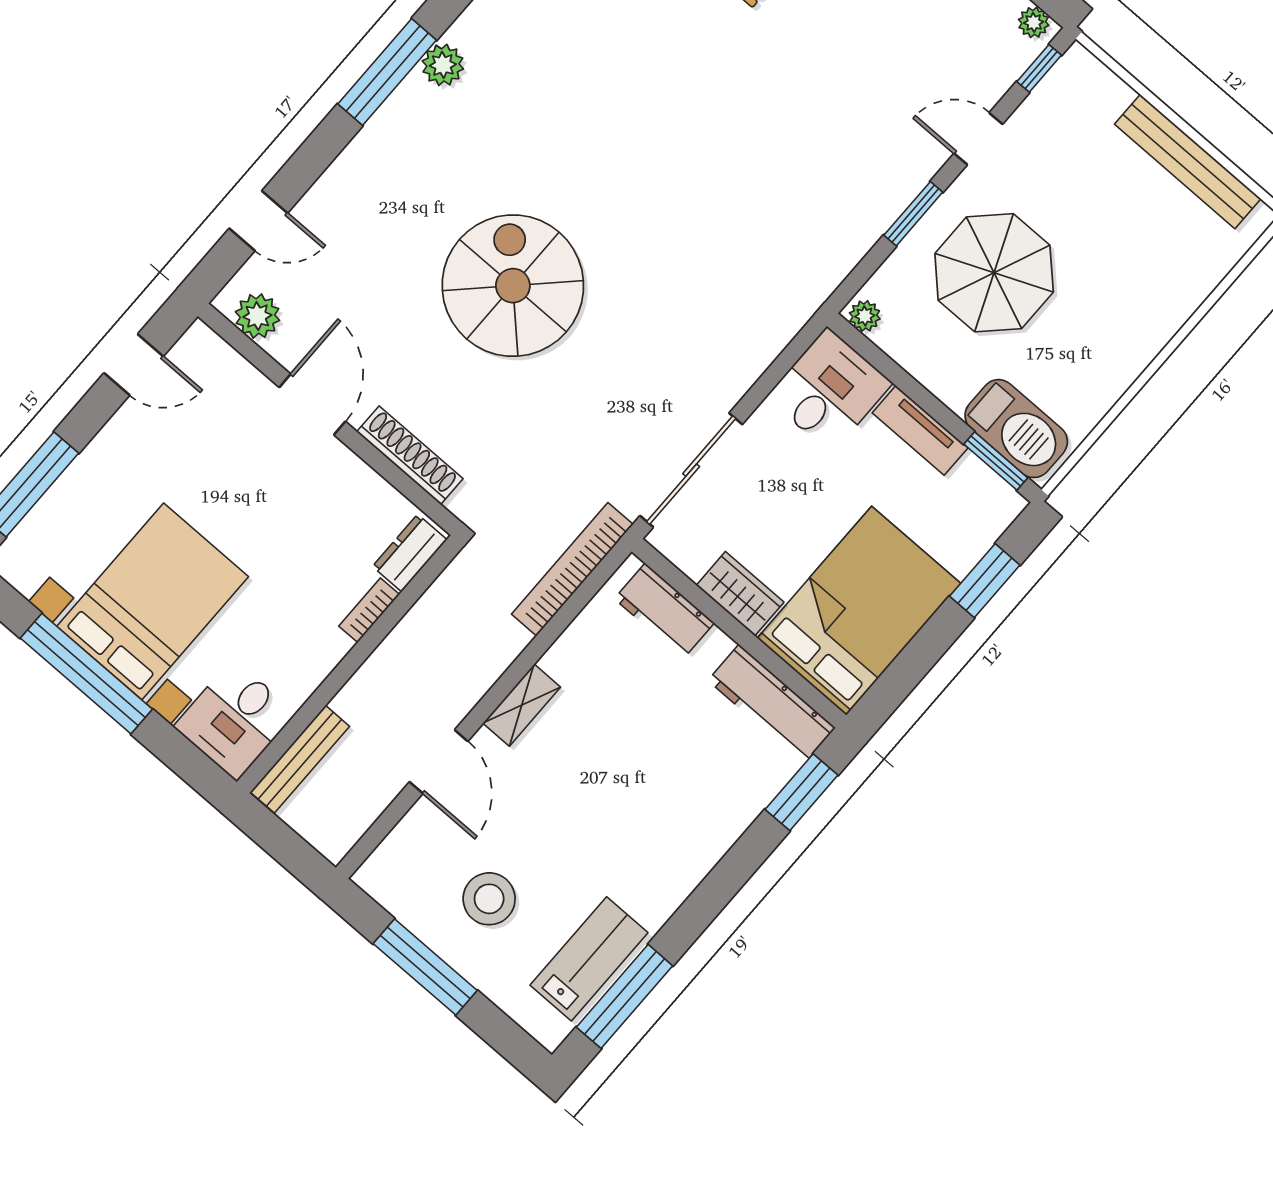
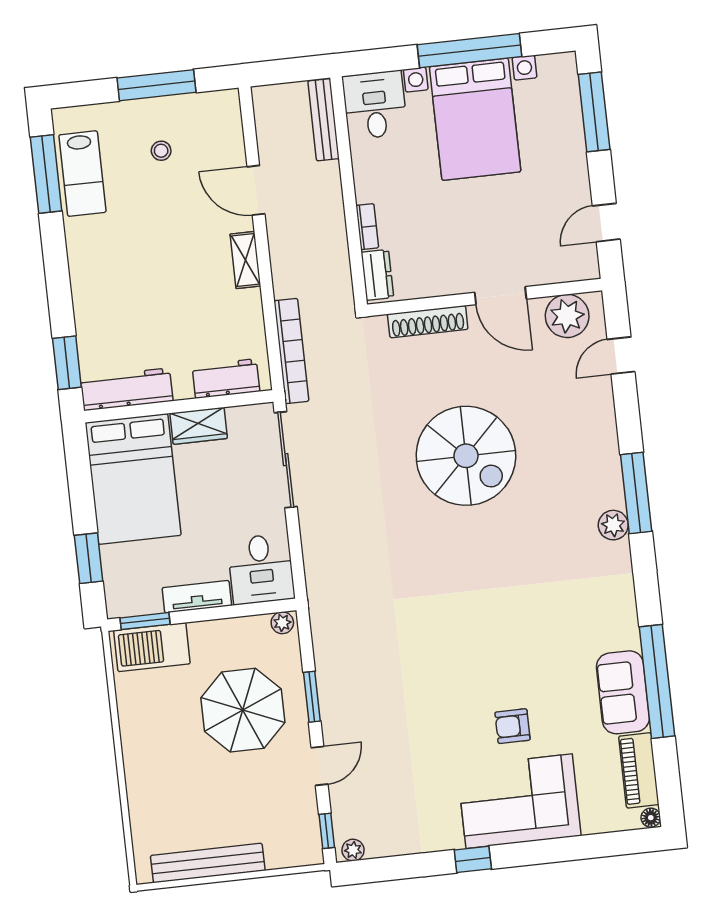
plant: (257, 316) -> (567, 316), width x1.36, depth x1.36
stool: (489, 899) -> (161, 151), width x0.53, depth x0.53

